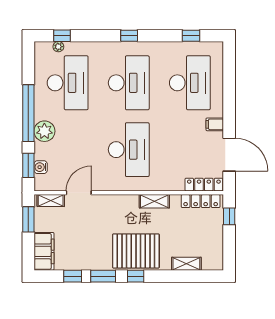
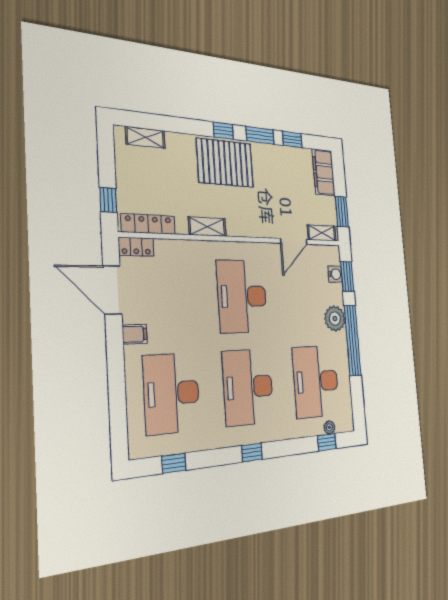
locker: (204, 185) -> (136, 247), width x0.66
shelving: (186, 264) -> (145, 137), moved

